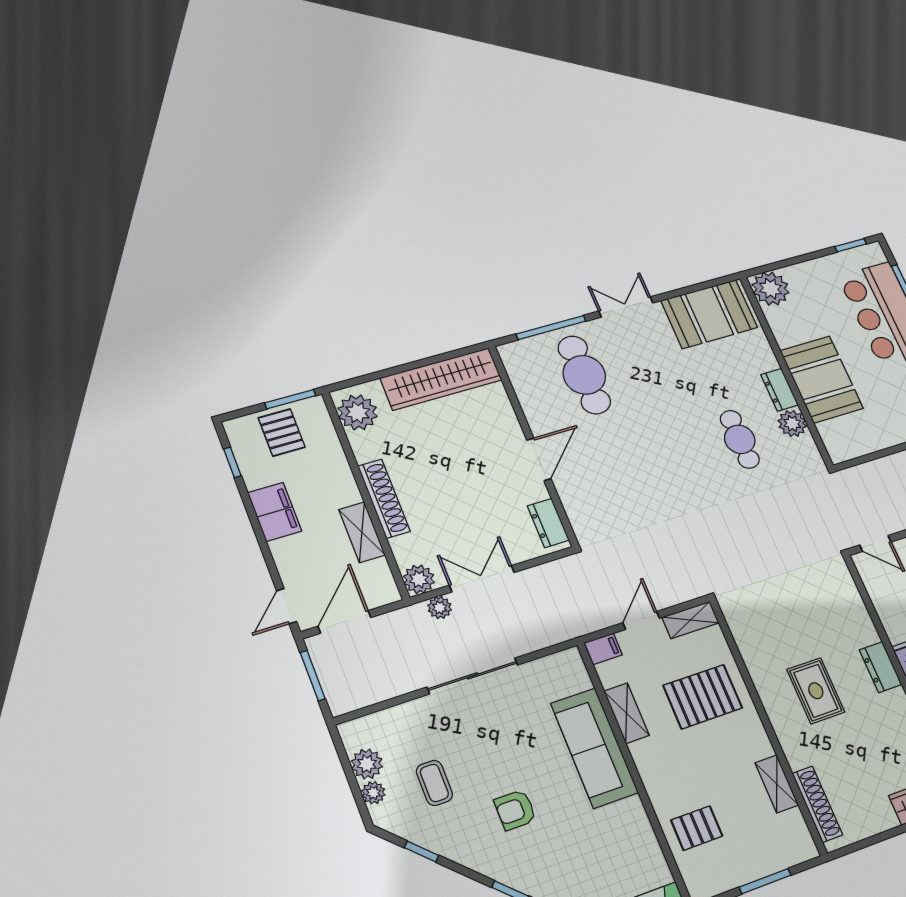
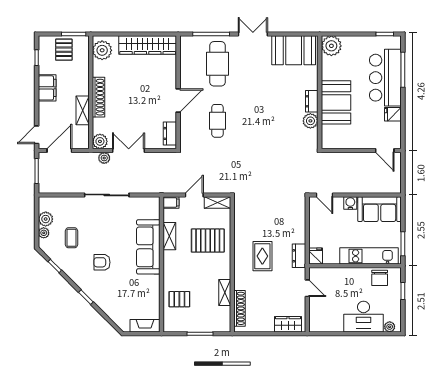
cafe table: (740, 439) -> (217, 121), moved

